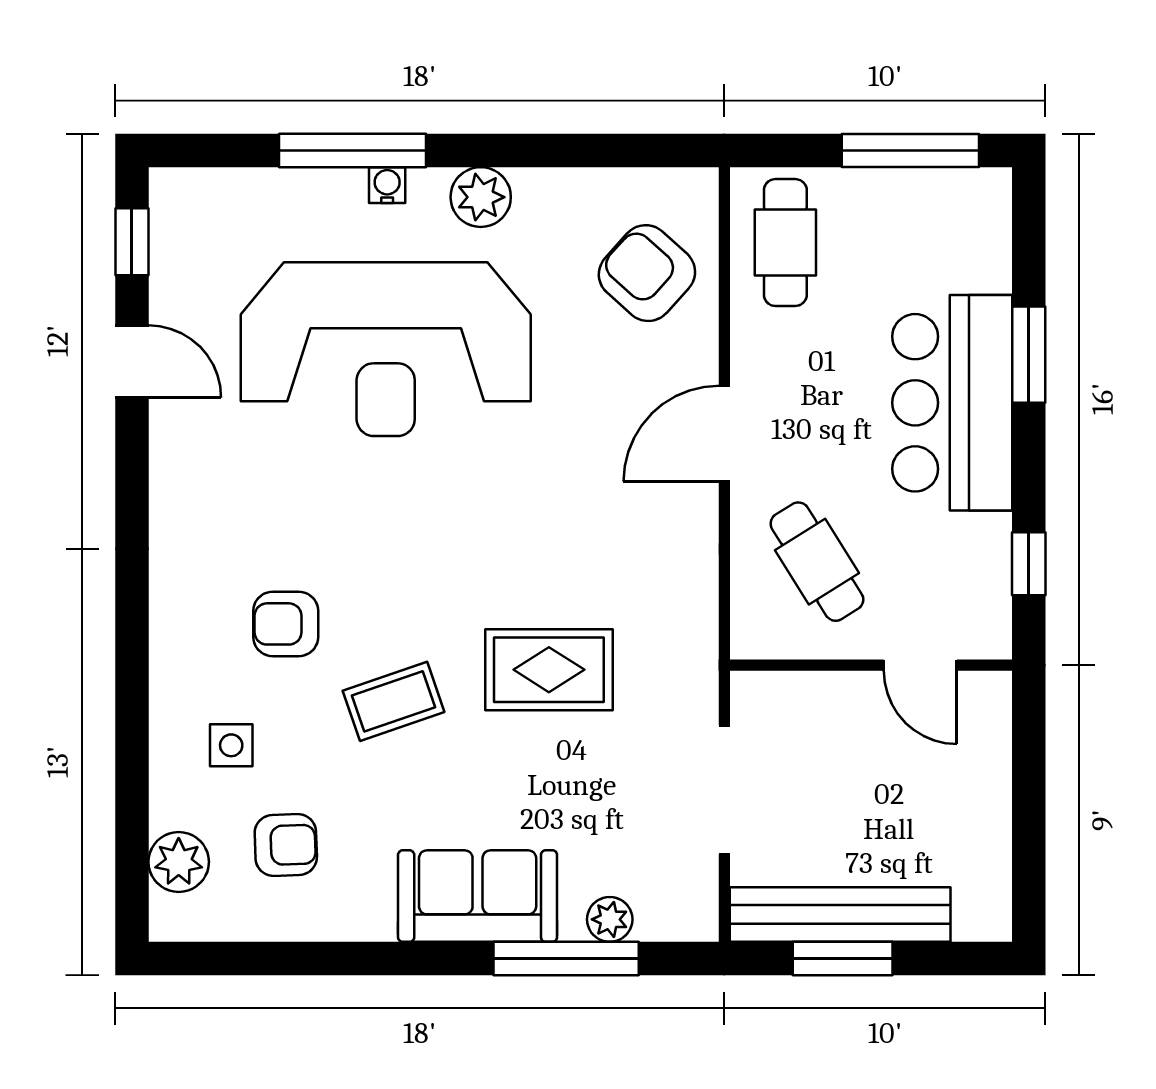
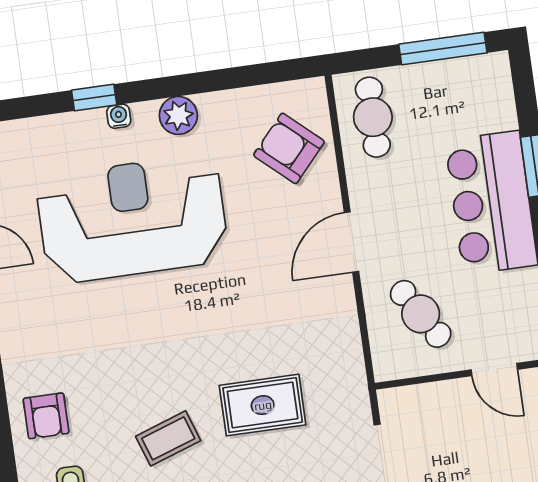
window: (353, 150) -> (94, 98), width x0.46
reception desk: (386, 349) -> (132, 219), turned 180
armchair: (286, 624) -> (46, 416), moved, turned -90

